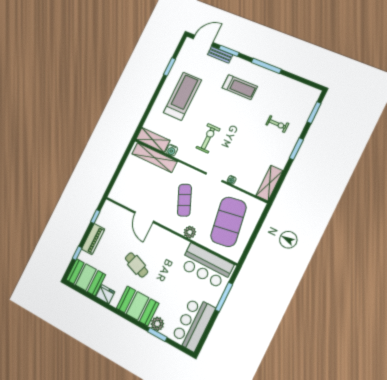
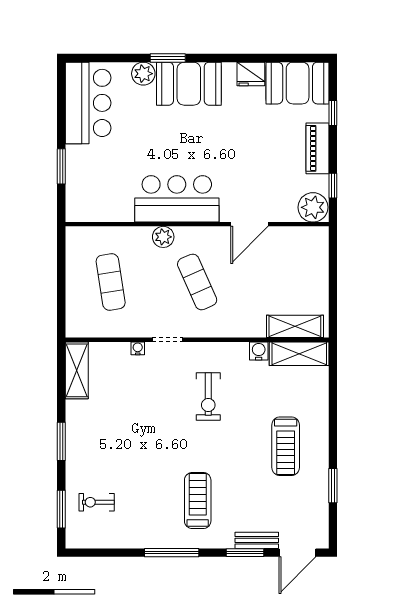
treadmill: (240, 87) -> (198, 501), turned 90
treadmill: (182, 96) -> (286, 446), width x0.73, depth x0.73
exercise bike: (277, 124) -> (97, 502), moved
shelving: (154, 158) -> (295, 326), width x0.68
plant: (110, 210) -> (313, 207), added
door: (144, 217) -> (250, 224), swing flipped
exercise mat: (228, 222) -> (111, 282), width x0.50, depth x0.69
cafe table: (137, 265) -> (223, 145), removed
bar counter: (206, 266) -> (177, 199), moved
window: (224, 297) -> (61, 166), width x0.69
window: (157, 334) -> (168, 58), moved

